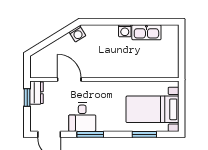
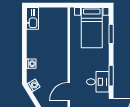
washing machine: (125, 31) -> (31, 64), moved
kitchen sink: (146, 32) -> (32, 18), moved

